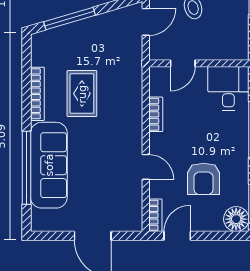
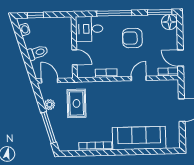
plant: (107, 21) -> (49, 105), added
rug: (82, 94) -> (76, 103), moved, turned 90
window: (26, 168) -> (141, 152), removed
armchair: (204, 179) -> (132, 38), moved, turned 180

